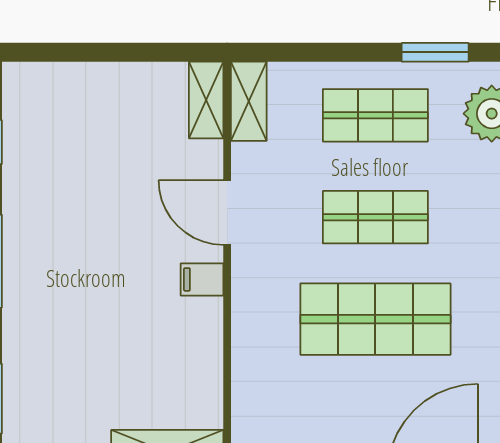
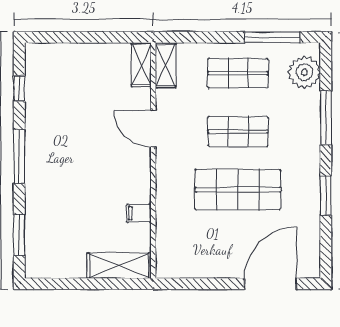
window: (435, 52) -> (272, 37), width x1.44
filing cabinet: (202, 279) -> (139, 213), moved

